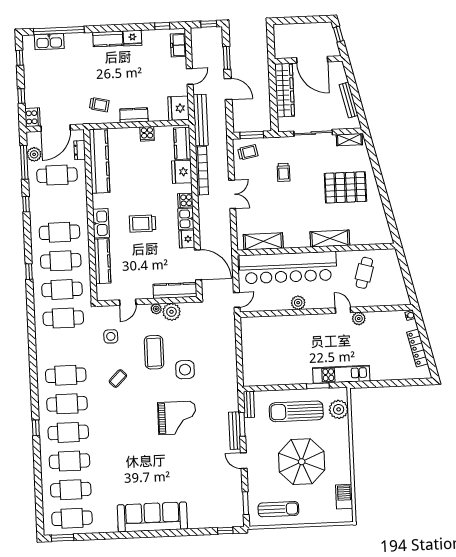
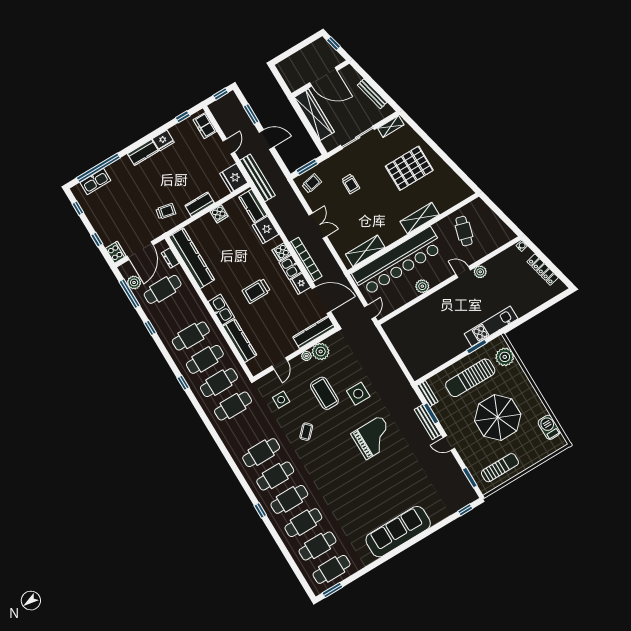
bookcase: (202, 171) -> (306, 259), moved

